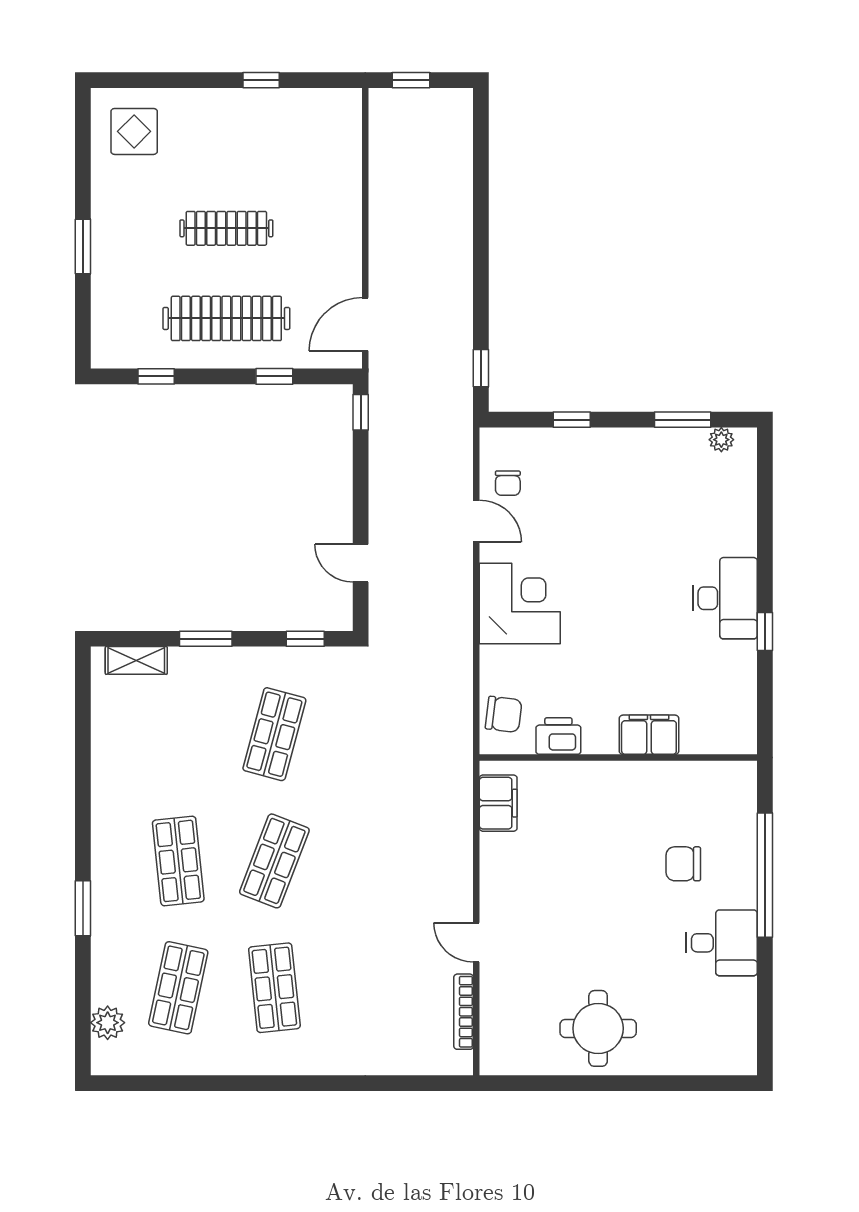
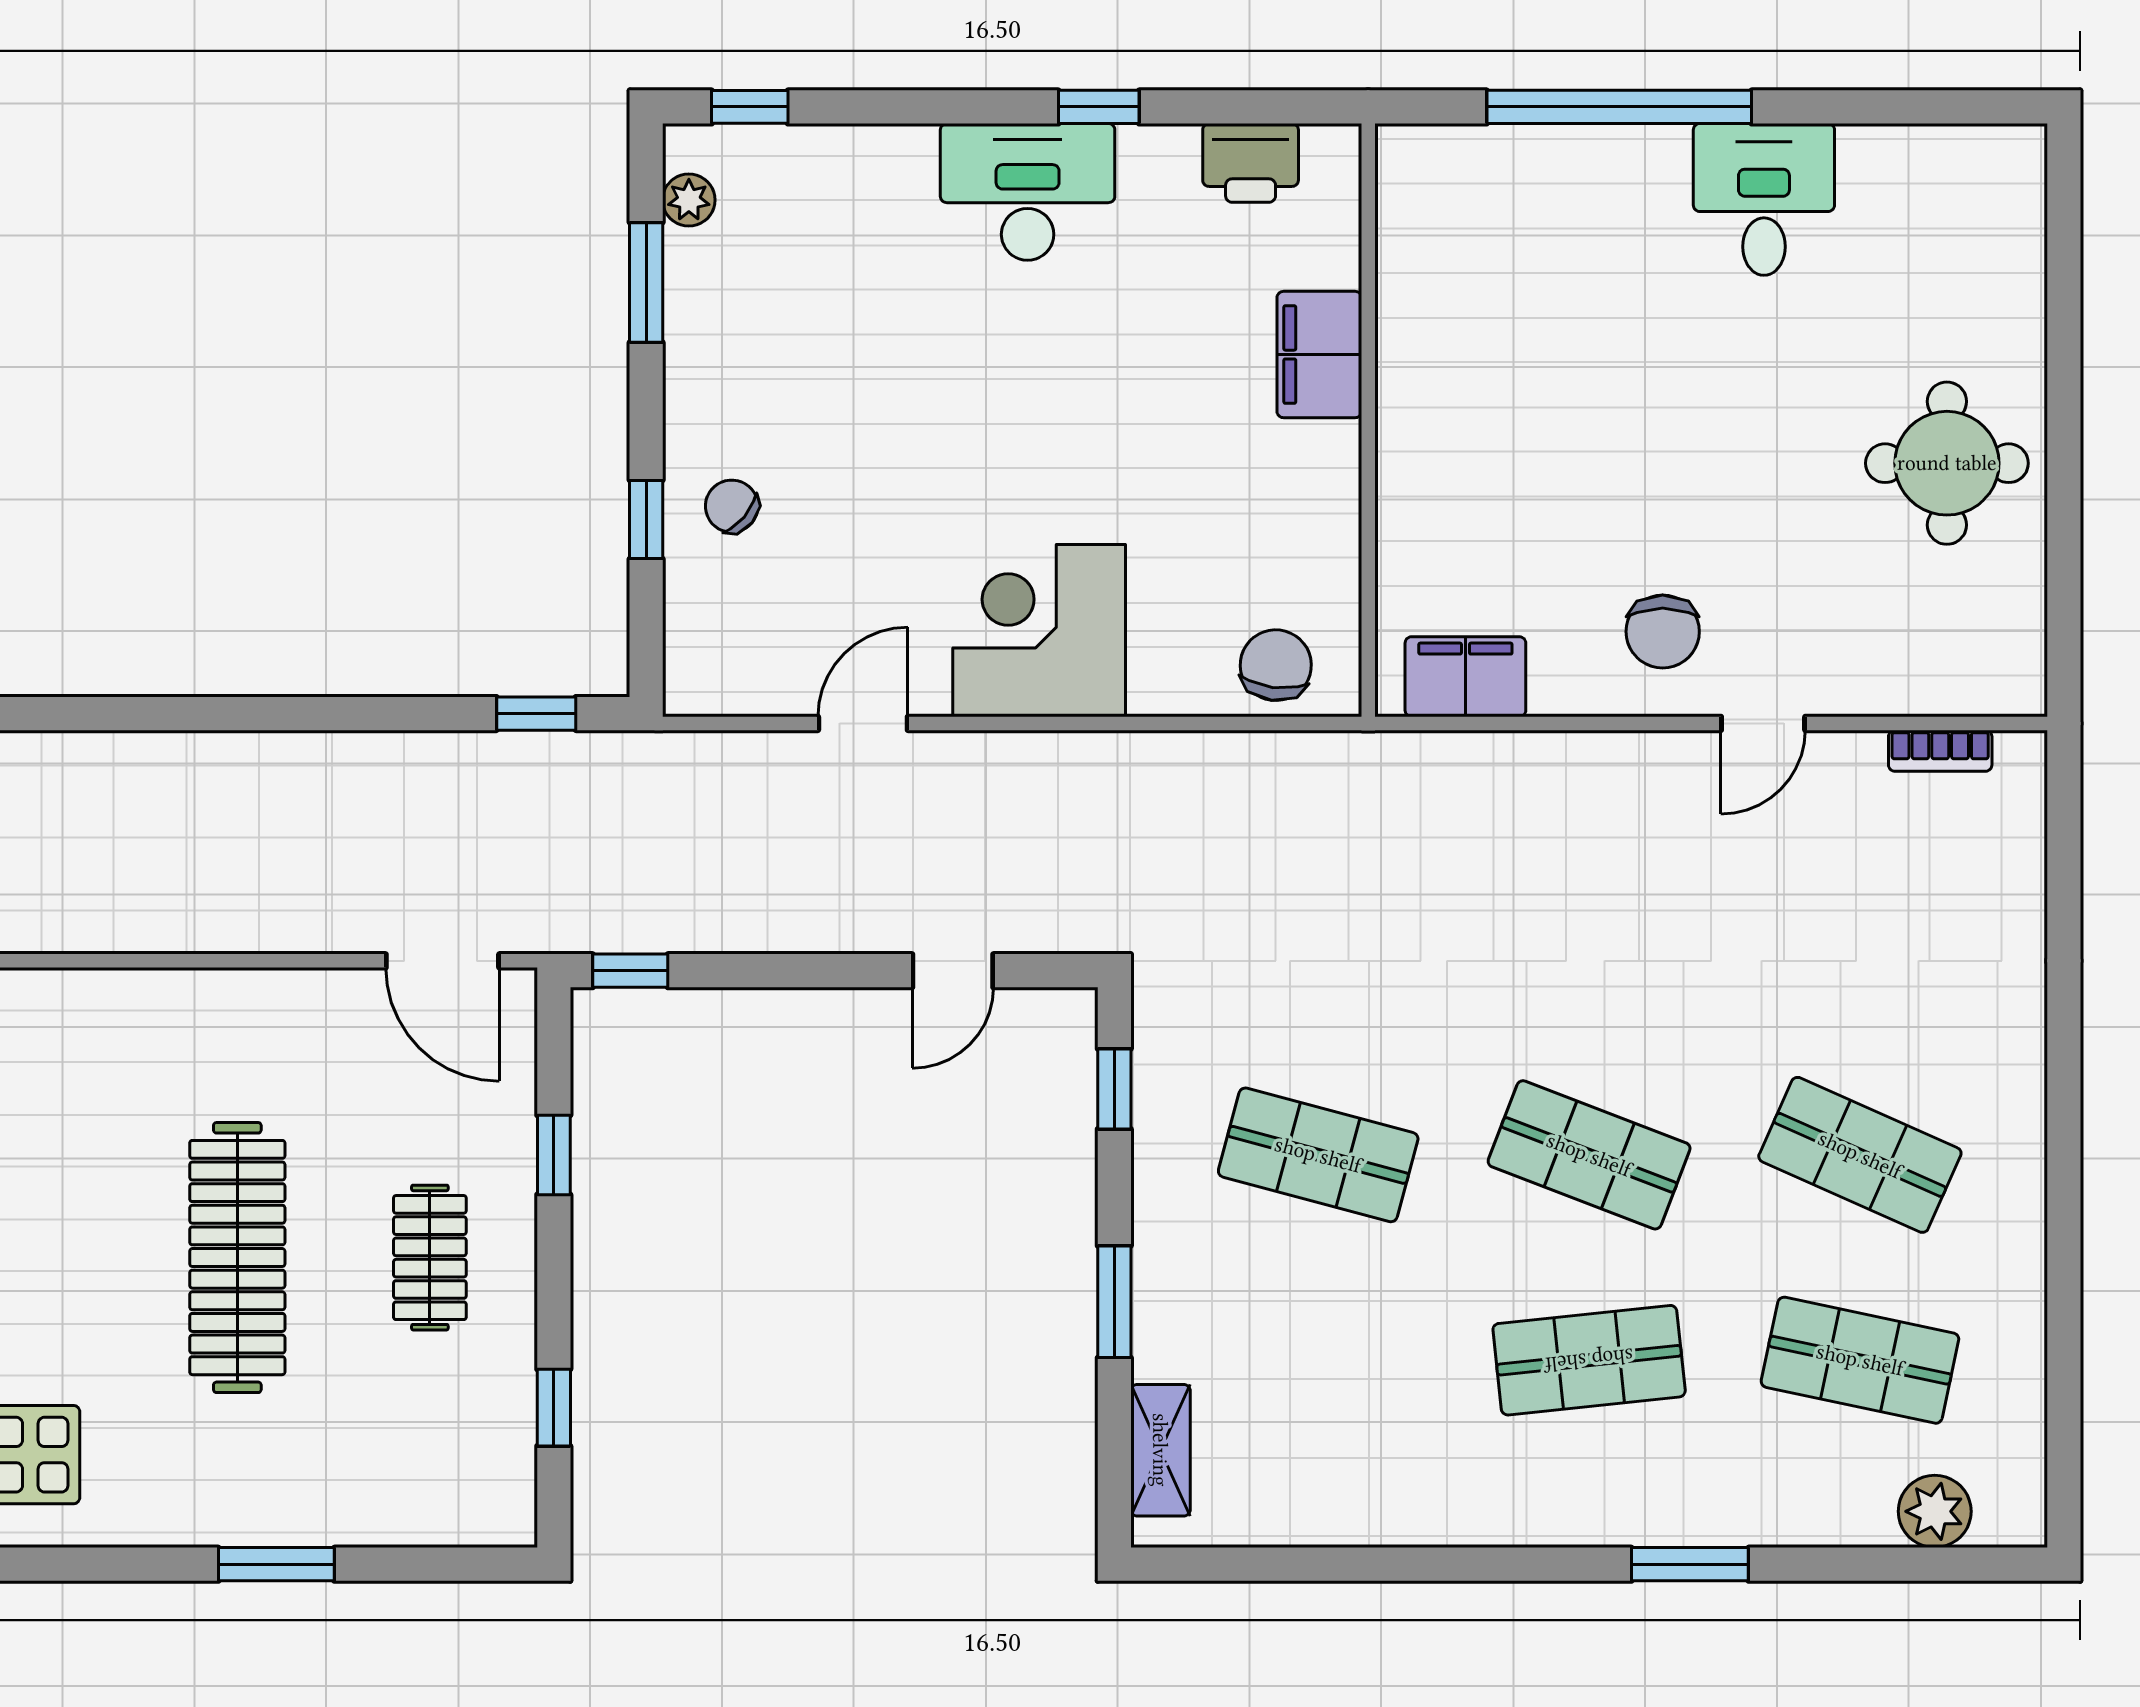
clothes rail: (226, 228) -> (237, 1258), width x1.37, depth x1.31
clothes rail: (226, 318) -> (430, 1258), width x0.54, depth x0.76
window: (765, 468) -> (750, 107), added
chair: (508, 483) -> (732, 506), moved, turned -140
printer: (558, 736) -> (1251, 163), moved, turned -90
chair: (683, 864) -> (1663, 632), moved
shop shelf: (274, 988) -> (1860, 1155), turned 30
bookcase: (464, 1012) -> (1940, 751), width x0.64

